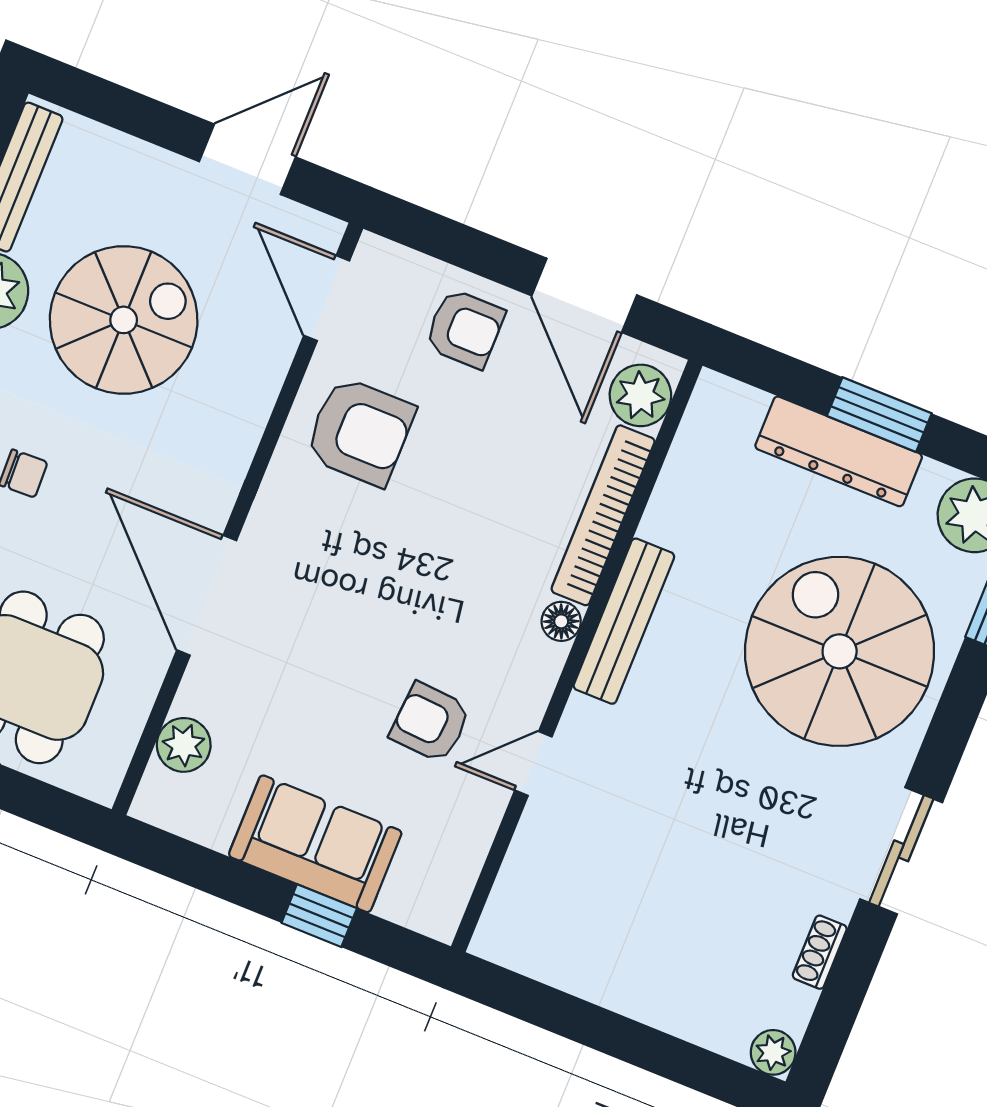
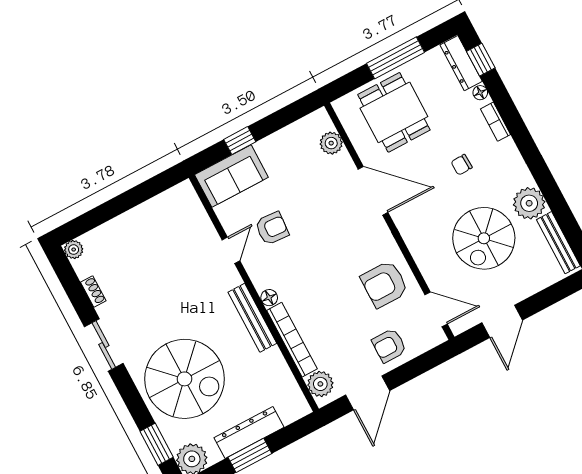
door: (584, 295) -> (368, 393), swing flipped
sofa: (315, 844) -> (231, 176), moved

